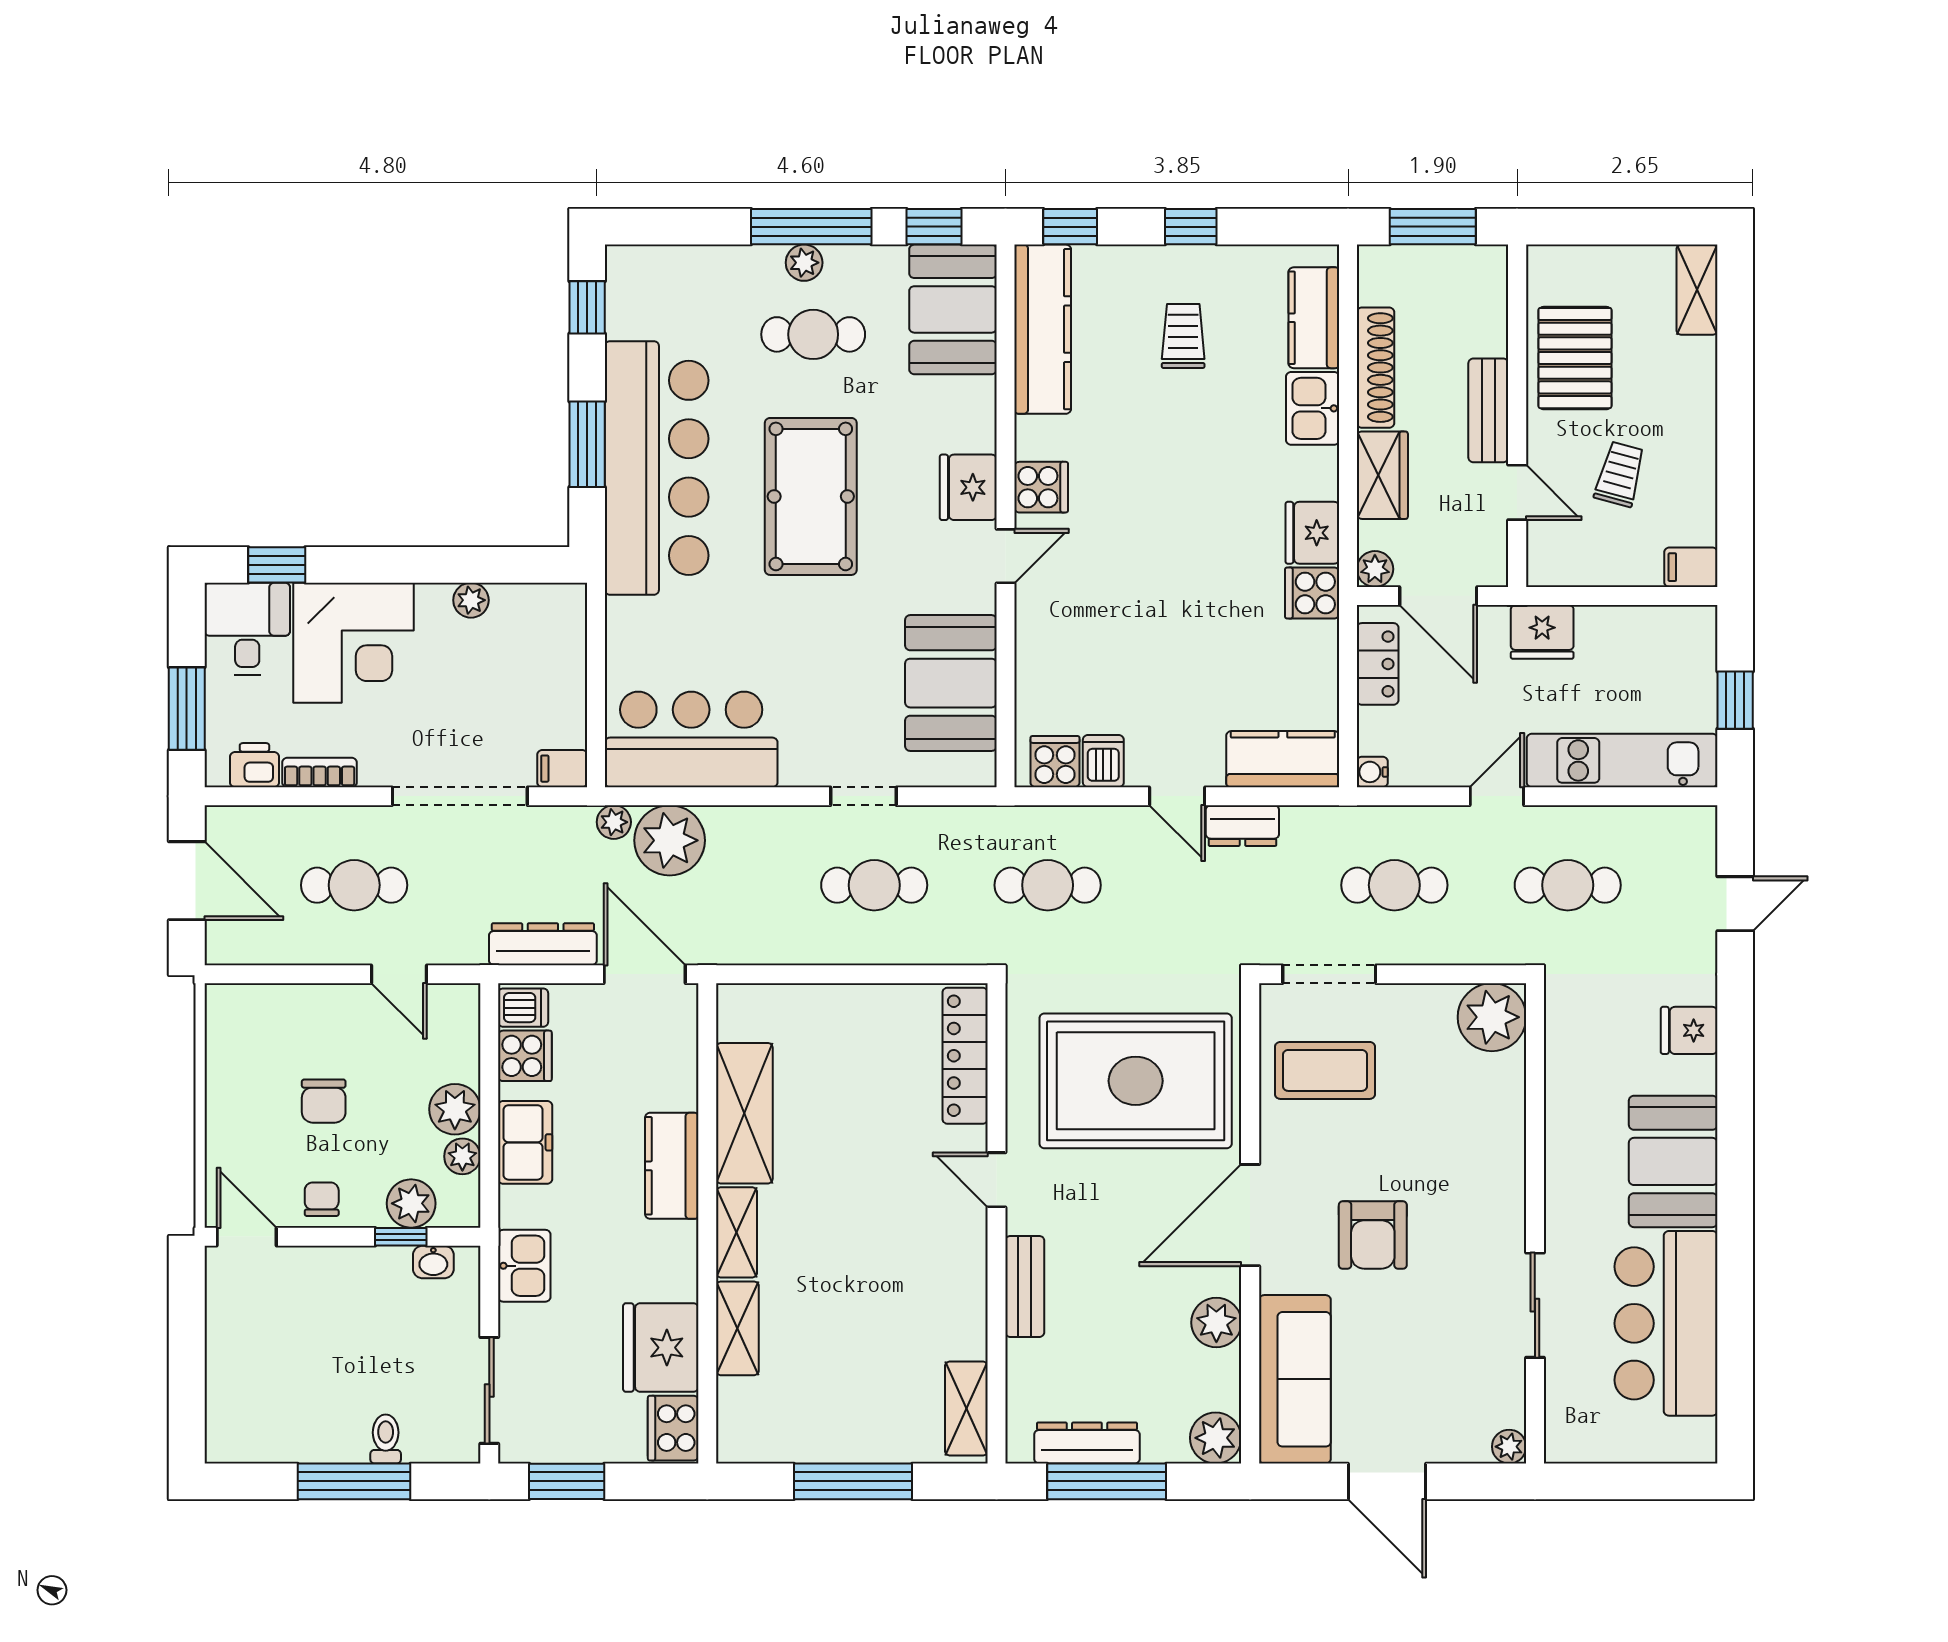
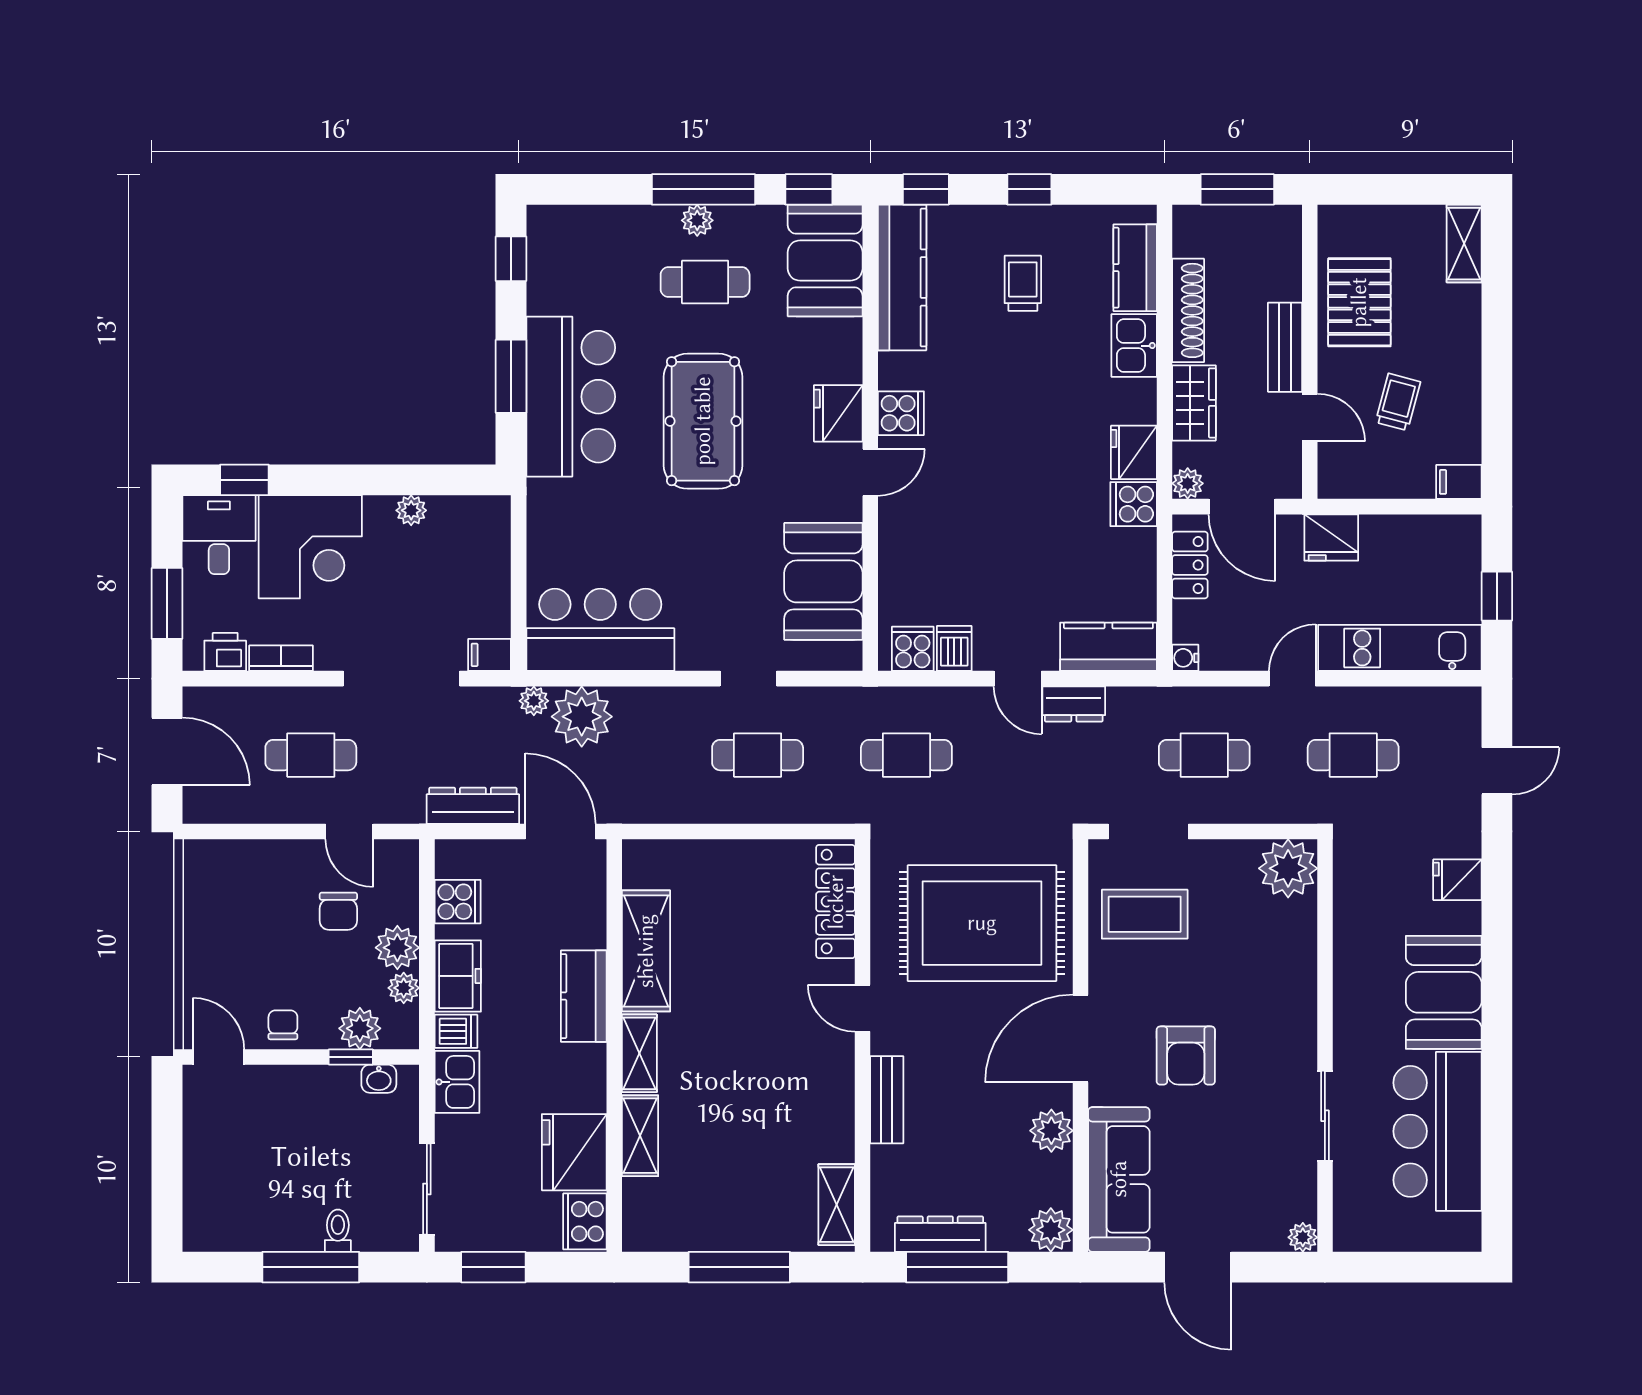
bar counter: (657, 468) -> (571, 397), width x0.73
dishwasher: (523, 1008) -> (456, 1031), moved
chair: (324, 1101) -> (338, 911), moved

